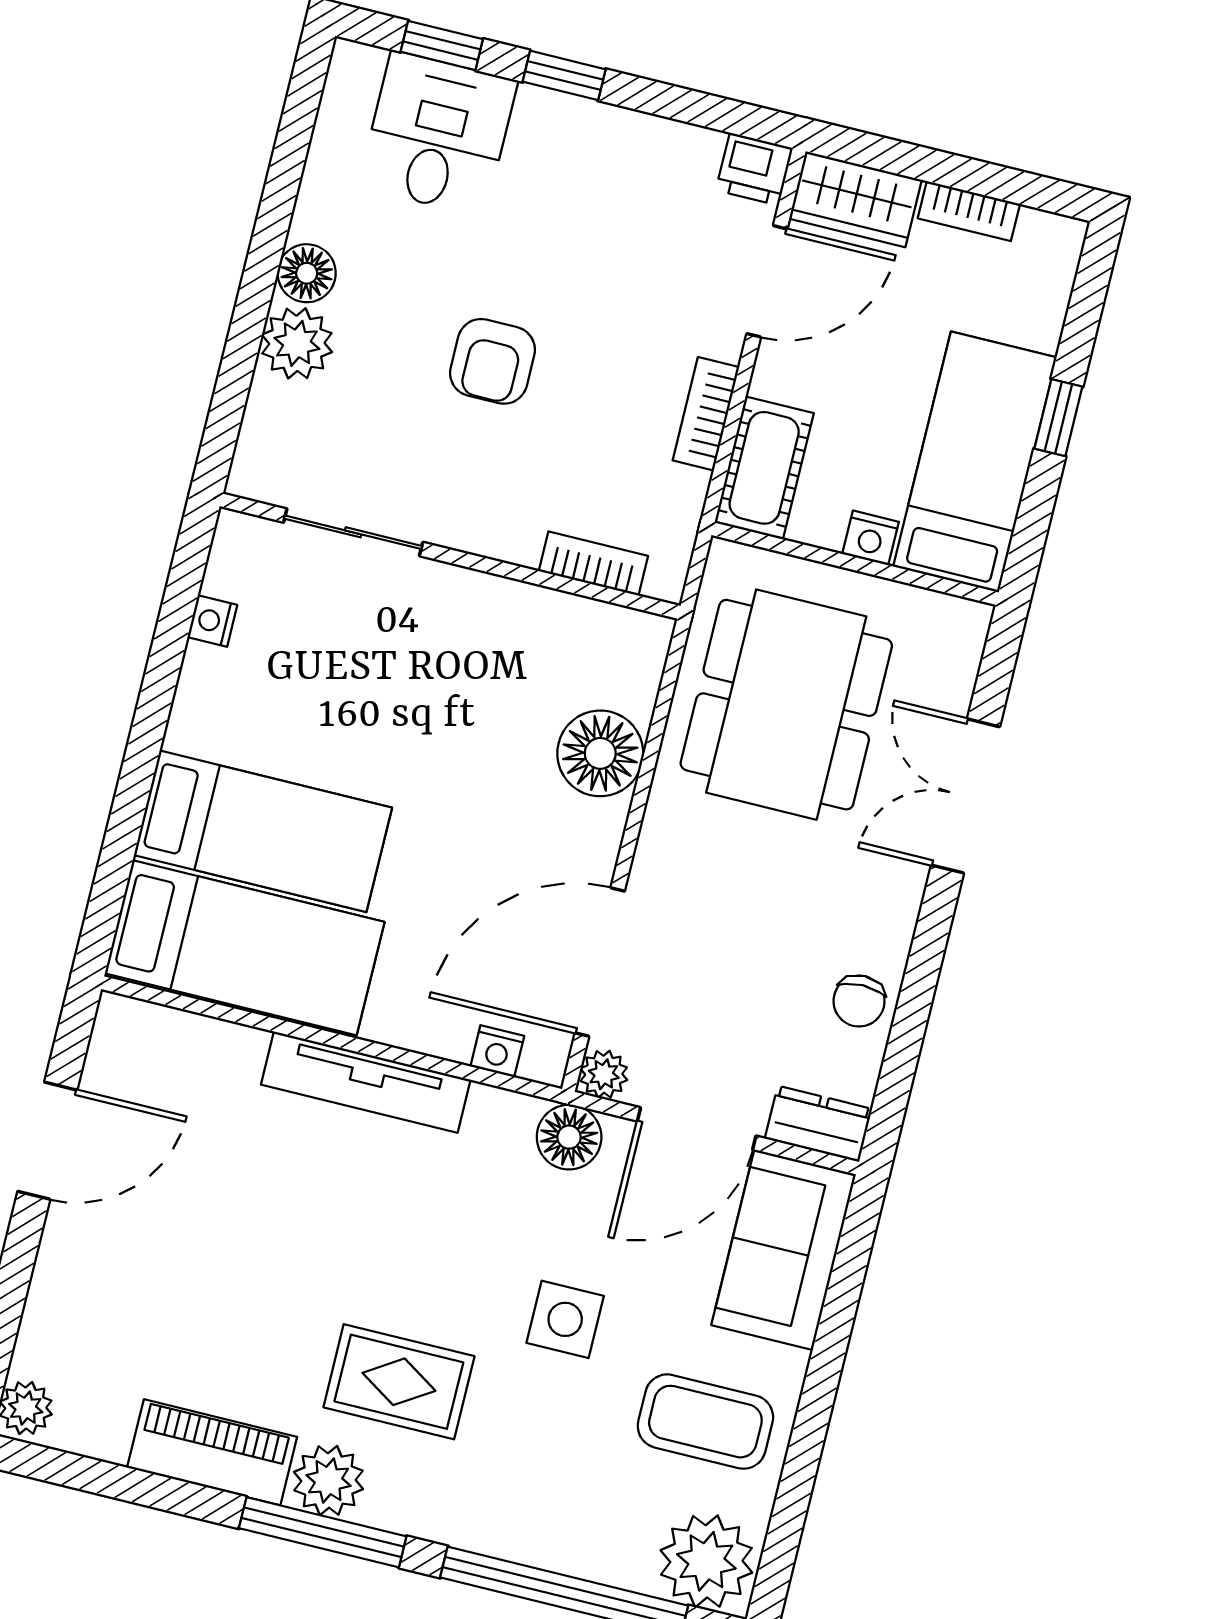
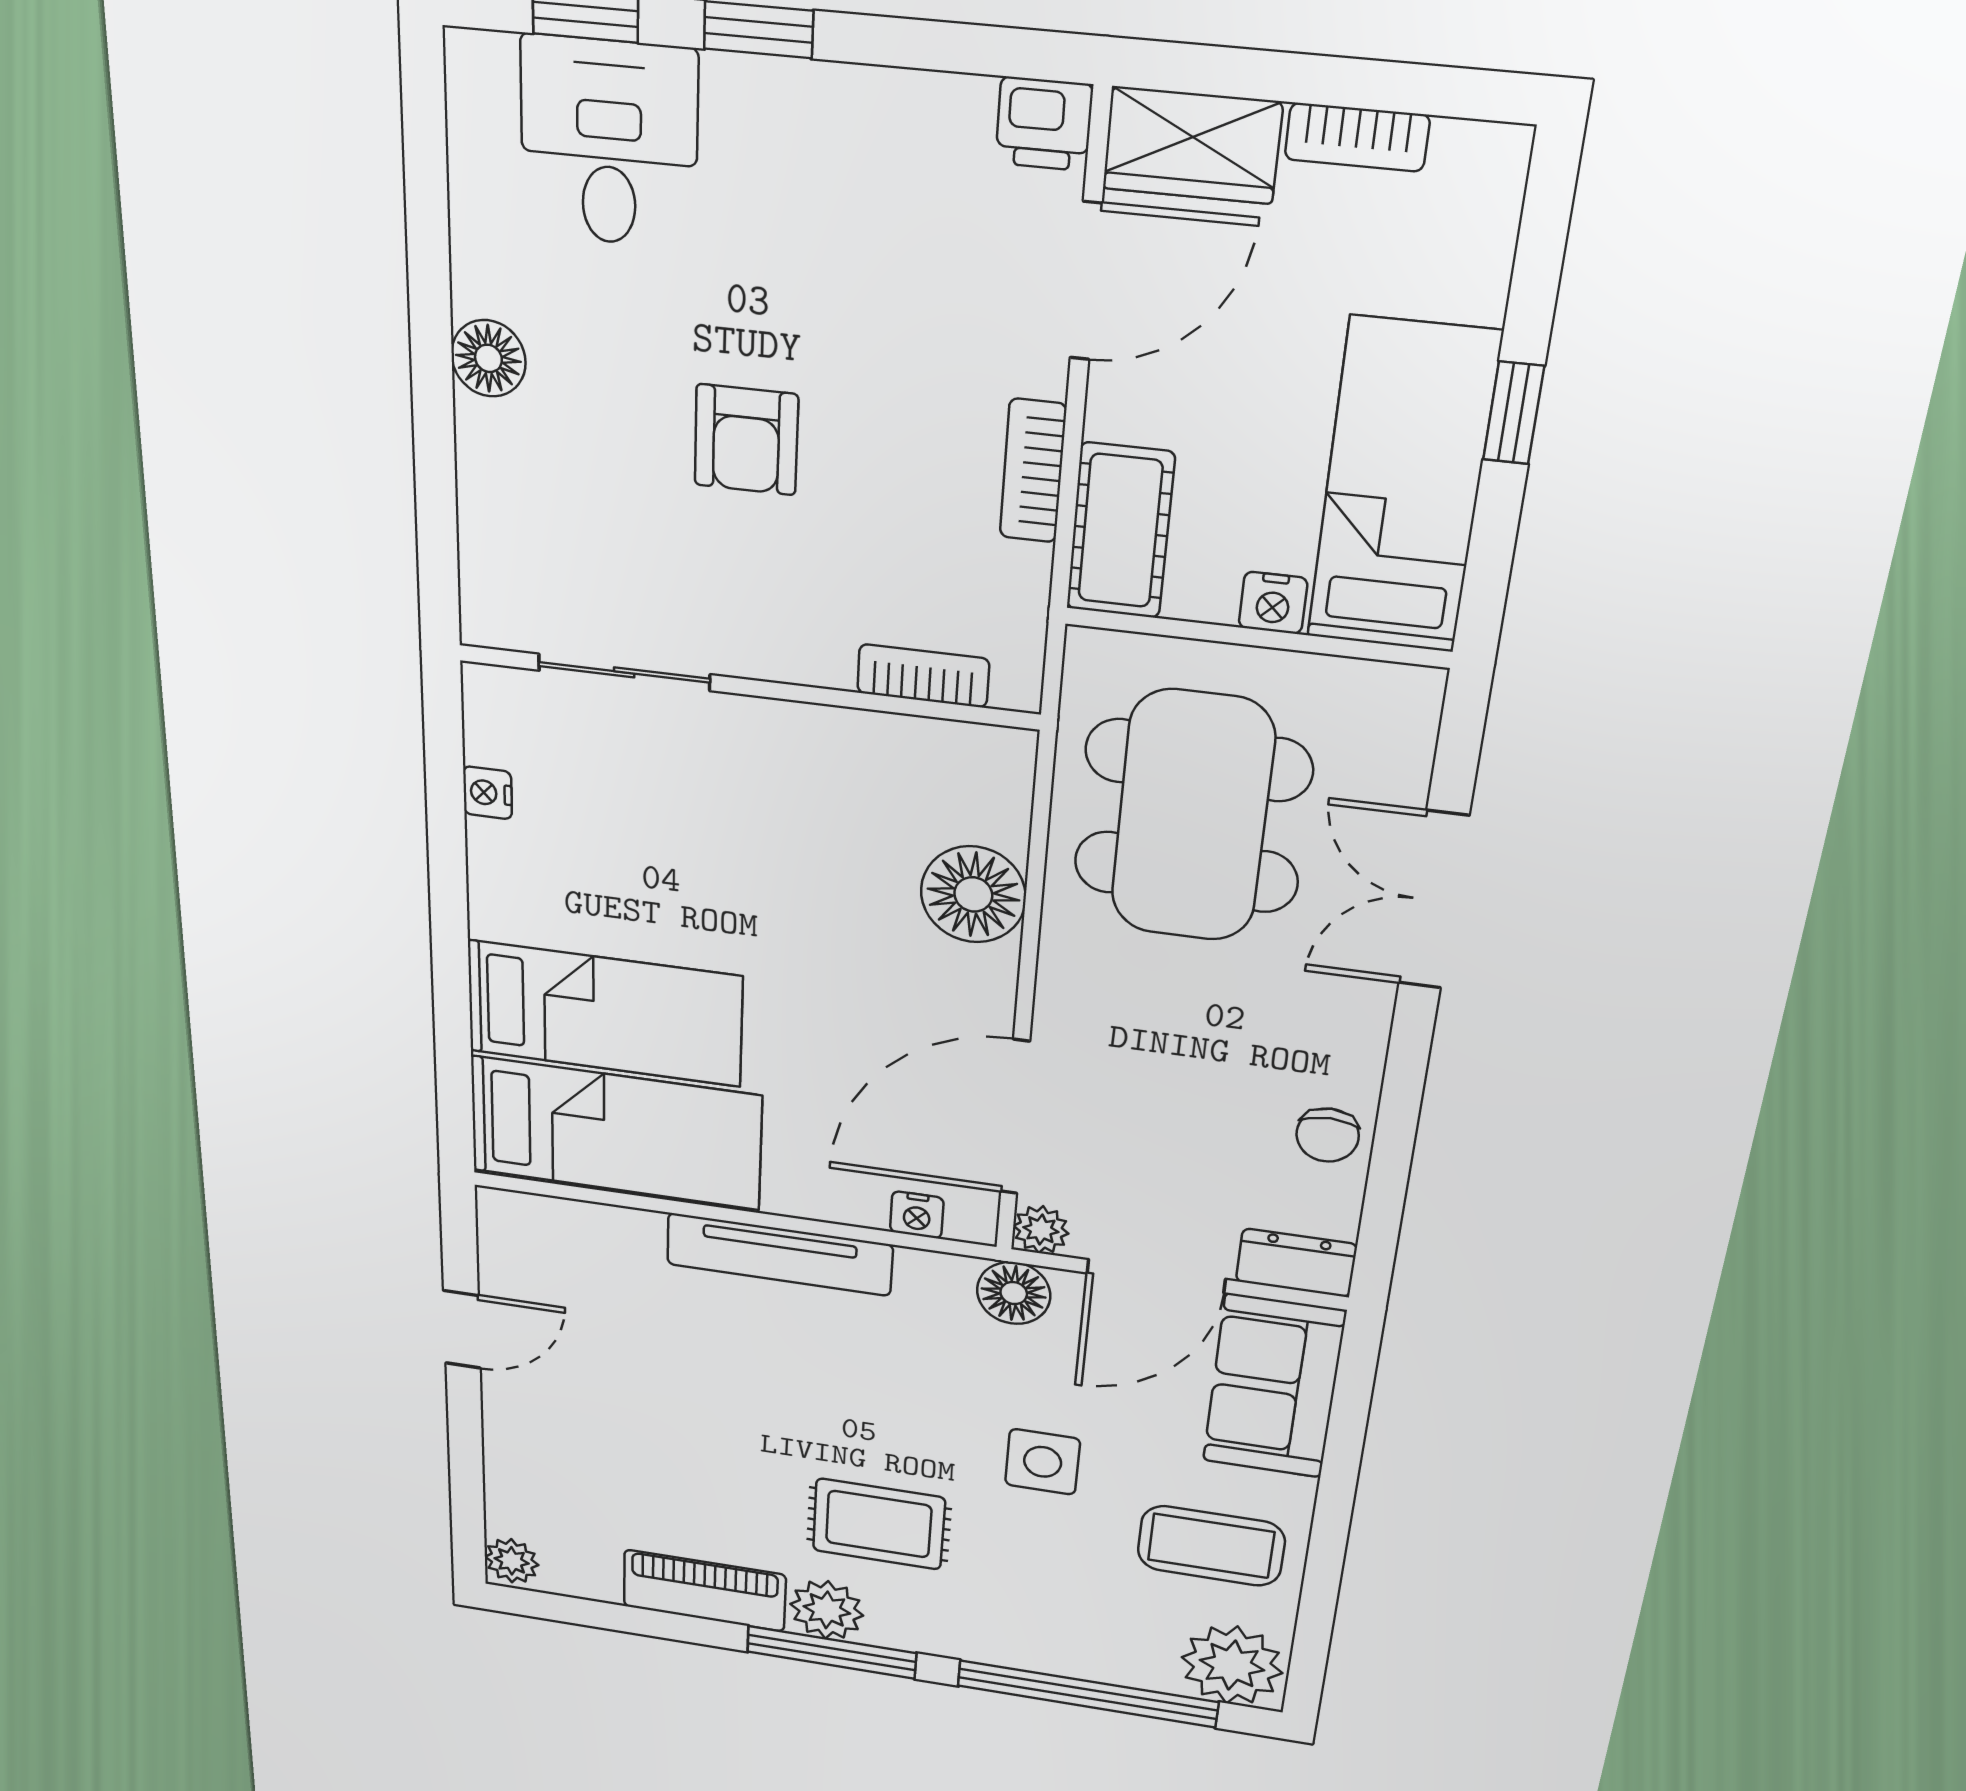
plant: (297, 343) -> (499, 450), removed
door: (47, 1141) -> (462, 1329), width x0.73

